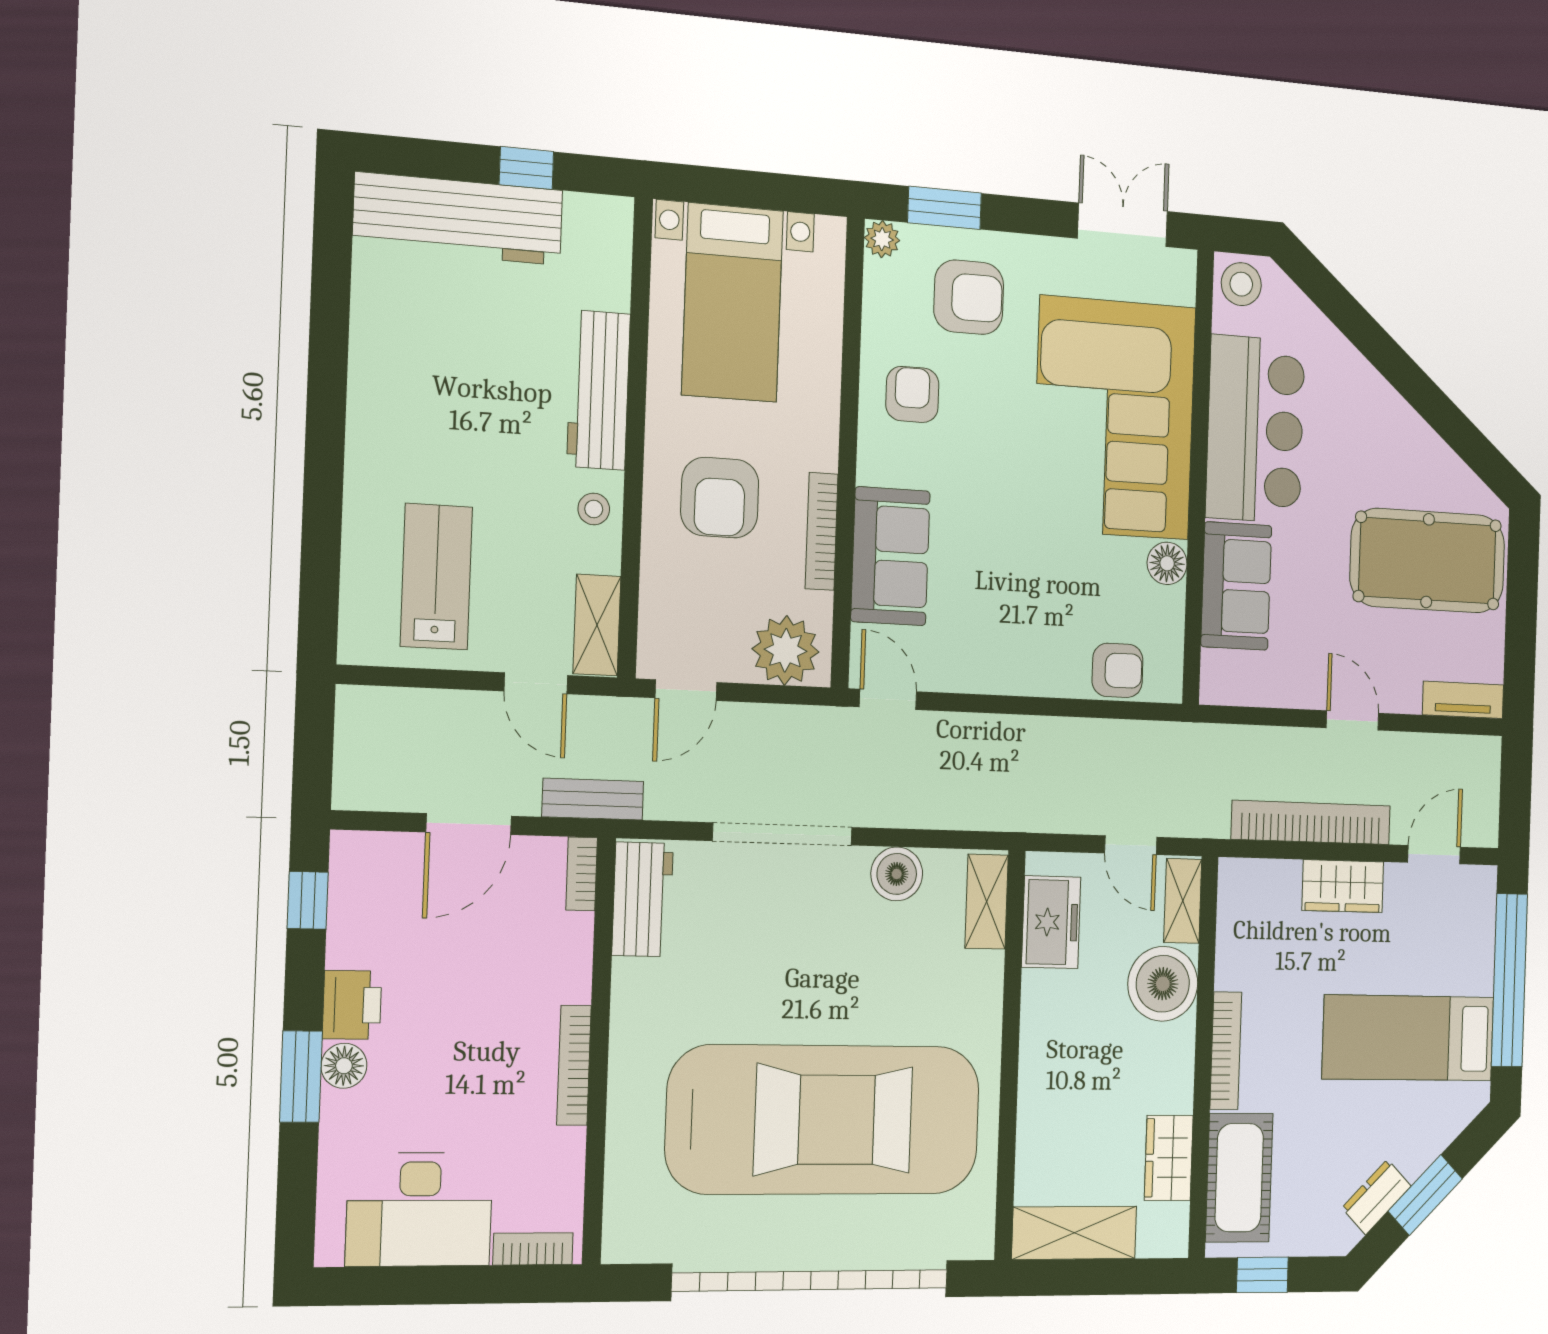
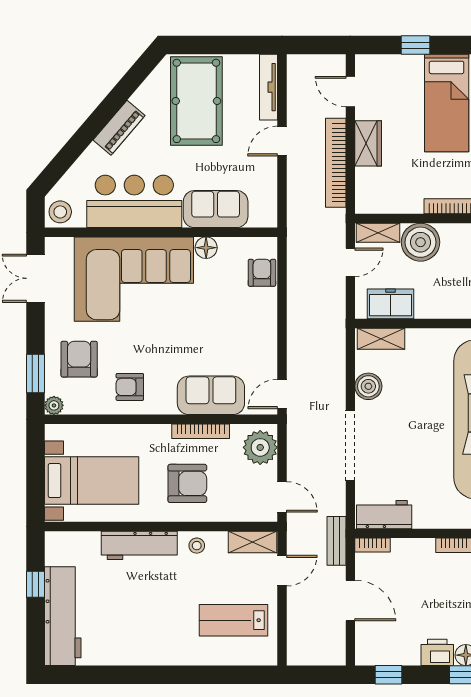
piano: (1386, 410) -> (119, 128), added
tv unit: (1463, 700) -> (268, 87), width x1.41
window: (1509, 980) -> (415, 45), width x0.32

